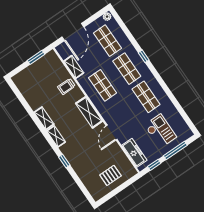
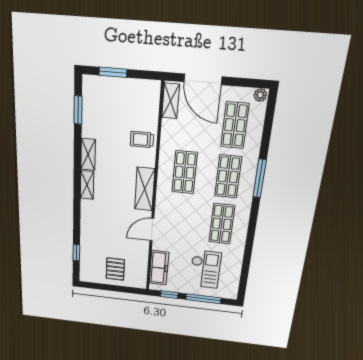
door: (73, 32) -> (203, 79), hinge flipped
window: (144, 56) -> (260, 178), width x2.17
window: (36, 57) -> (113, 72), moved
shelving: (74, 67) -> (171, 101), moved
window: (21, 98) -> (78, 110), added
window: (64, 161) -> (76, 252), moved
pallet: (110, 175) -> (115, 269), turned 90

